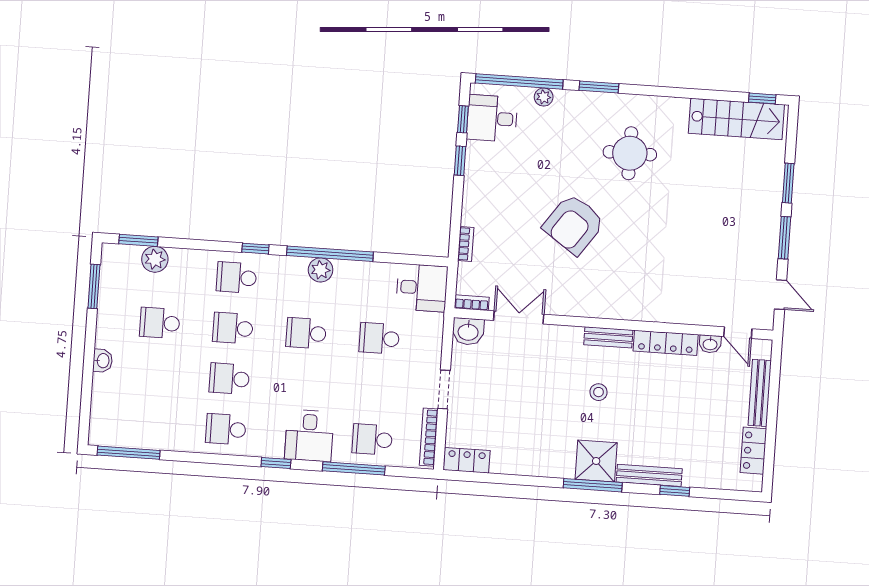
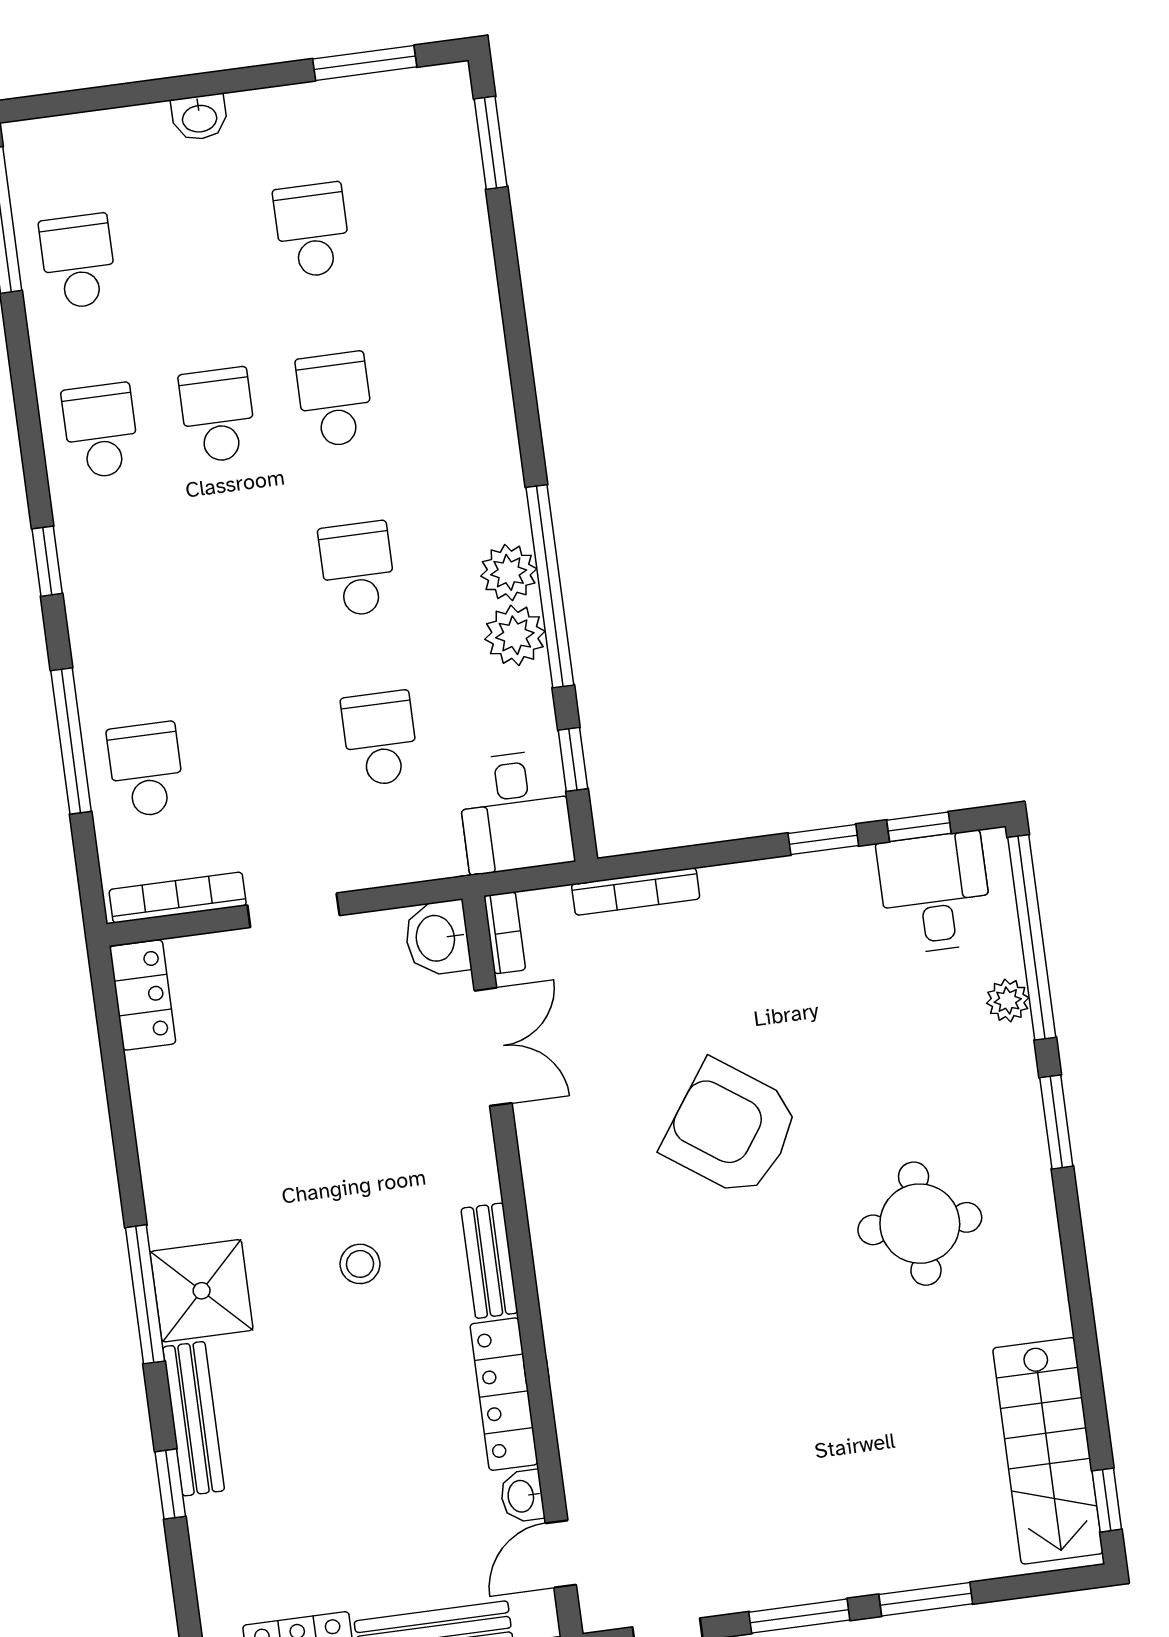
bookcase: (466, 244) -> (636, 891), width x1.56
window: (255, 249) -> (573, 759), moved
plant: (155, 259) -> (515, 635), moved
school desk: (236, 278) -> (78, 261), moved
desk: (309, 436) -> (125, 624), removed

